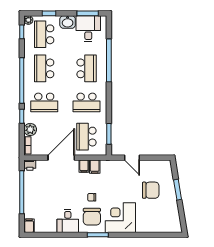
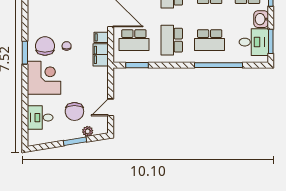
school desk: (87, 137) -> (134, 40), turned 180
door: (132, 158) -> (111, 107), moved
filing cabinet: (95, 167) -> (101, 55), width x2.00
plant: (169, 178) -> (88, 131), added
chair: (92, 217) -> (45, 46), turned 90
desk: (68, 221) -> (40, 118), moved

